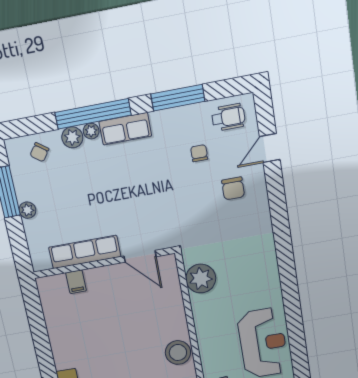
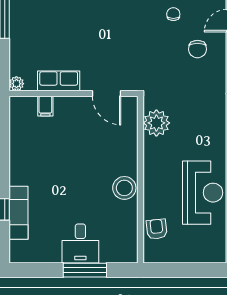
plant: (27, 210) -> (16, 84), moved
row of seats: (85, 252) -> (59, 81), width x0.68

